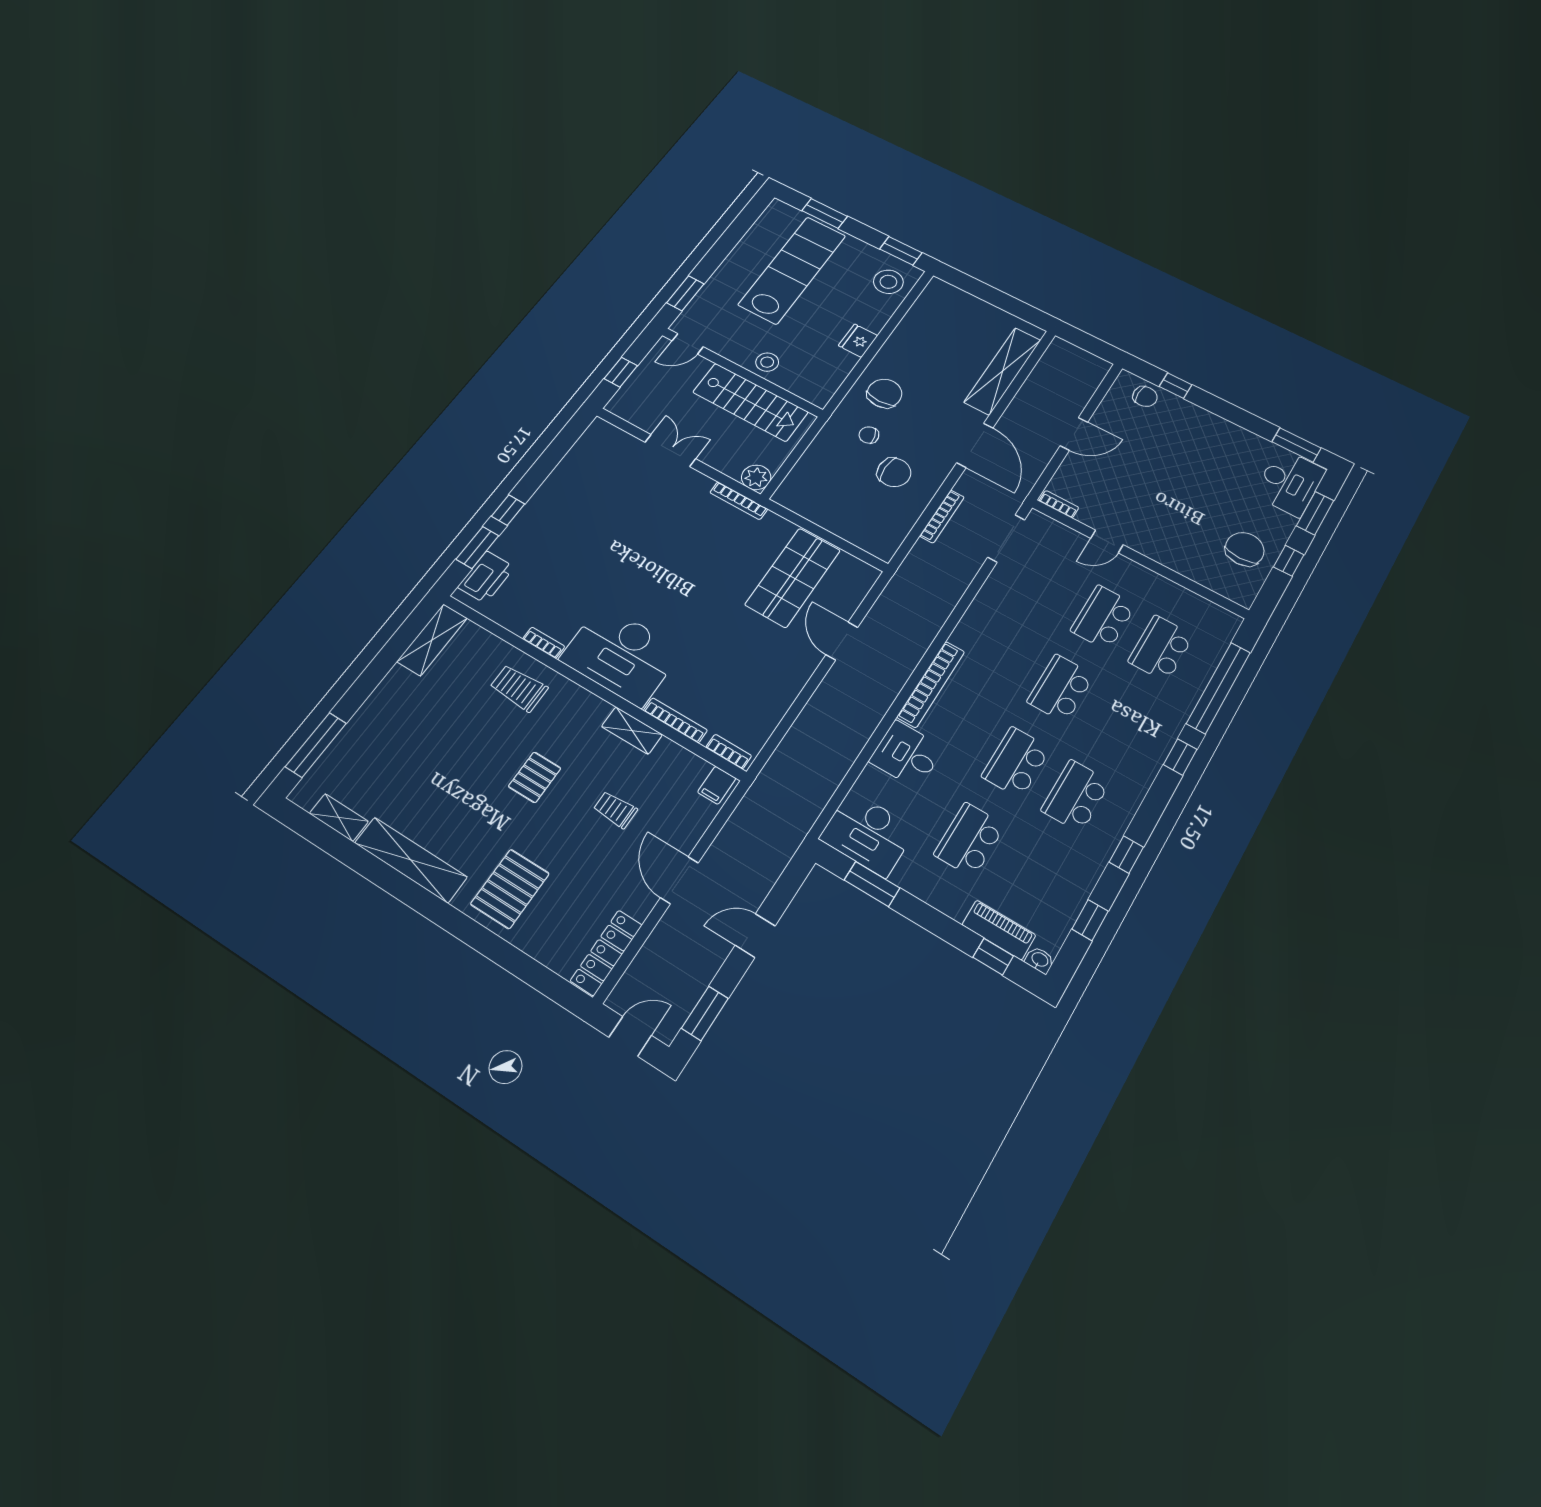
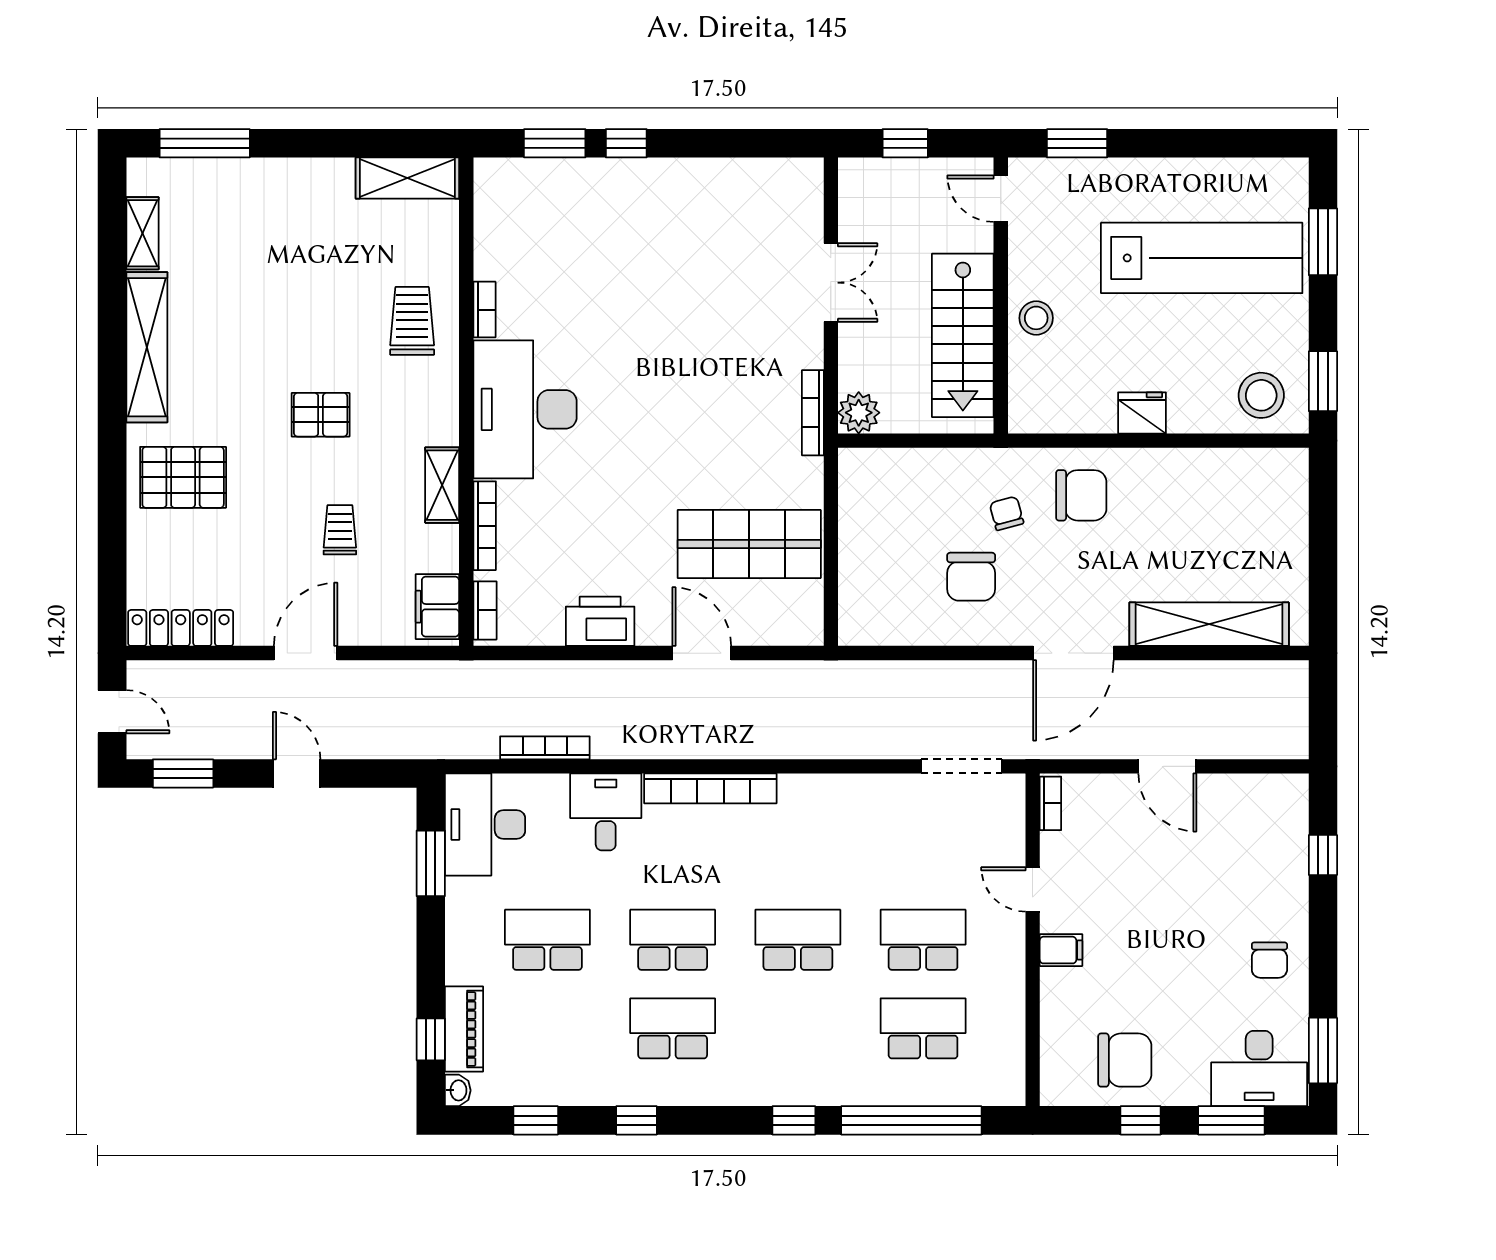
chair: (1145, 397) -> (1269, 960), moved
bookcase: (942, 516) -> (545, 748), moved, turned 180
filing cabinet: (1154, 546) -> (1061, 950), added
printer: (486, 577) -> (600, 621), moved, turned 180
door: (842, 641) -> (702, 653), hinge flipped
filing cabinet: (717, 785) -> (437, 607), width x2.00

